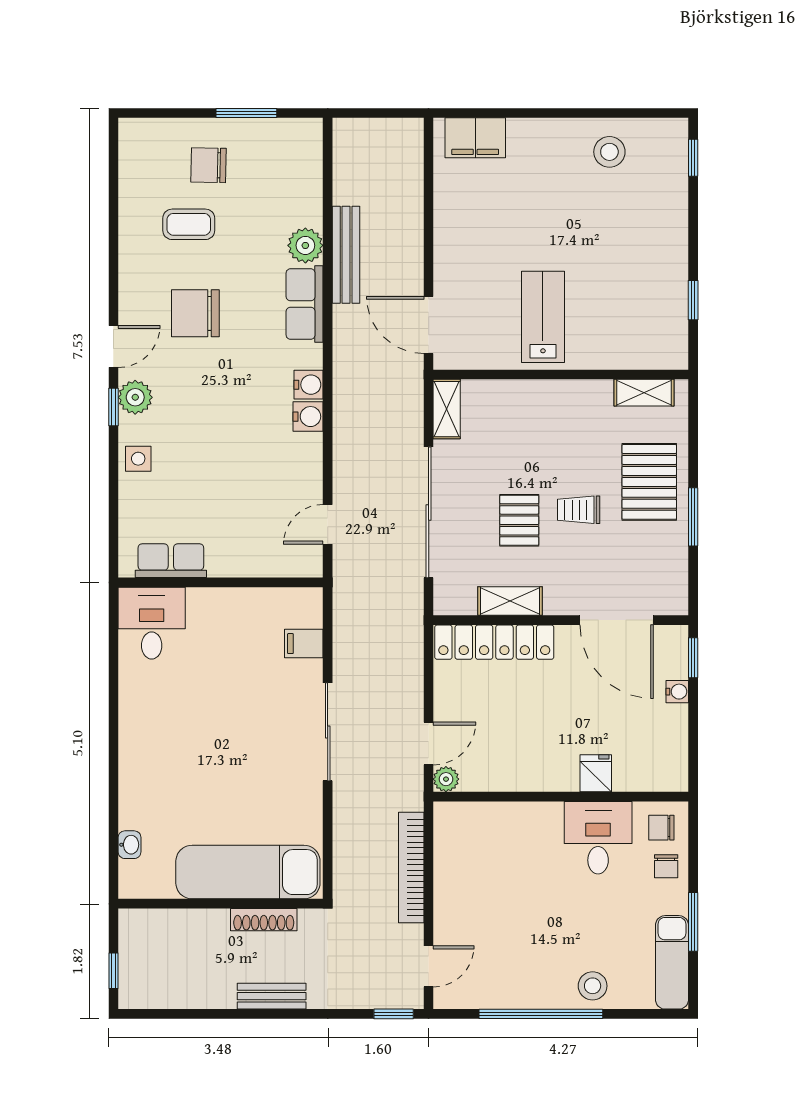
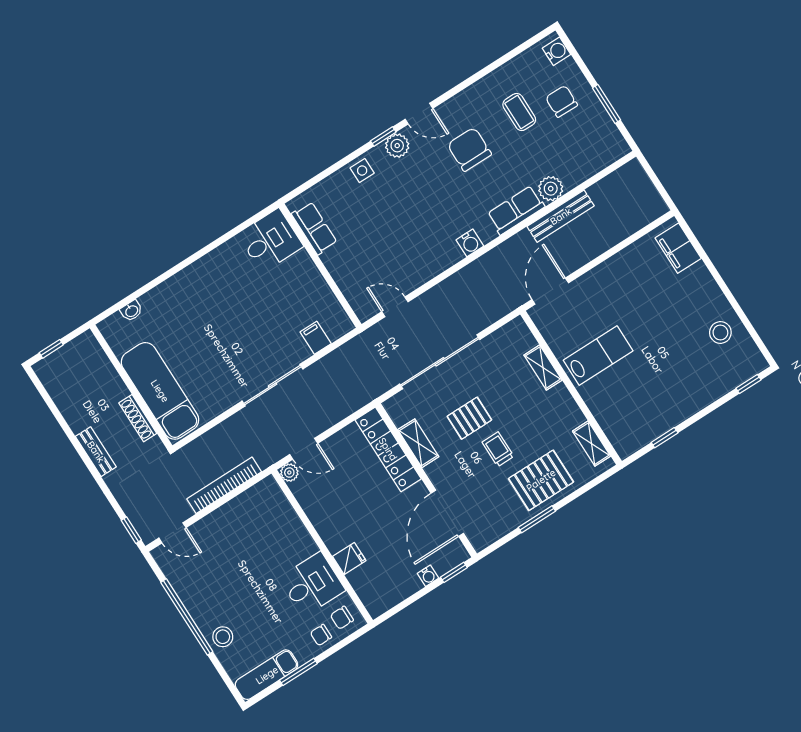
shelving: (447, 409) -> (543, 368), moved, turned 90
water cooler: (308, 417) -> (557, 51), moved, turned -90
chair: (661, 828) -> (342, 618), turned -90

